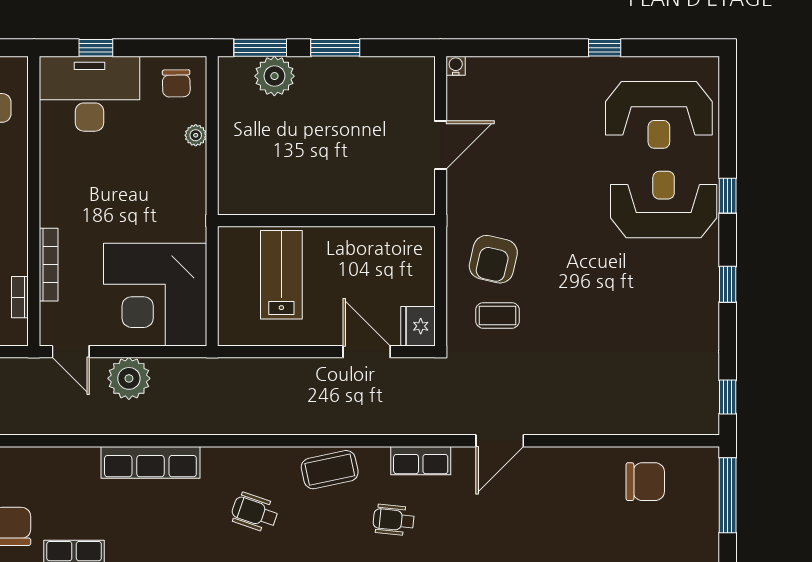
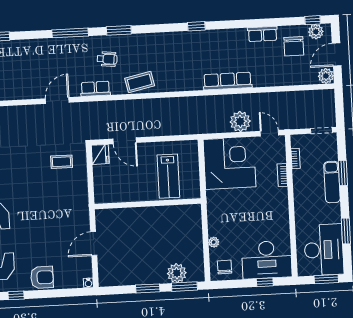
armchair: (493, 259) -> (42, 277), moved, turned 77
bookcase: (49, 265) -> (282, 175), width x0.64
wheelchair: (255, 512) -> (175, 59), removed

